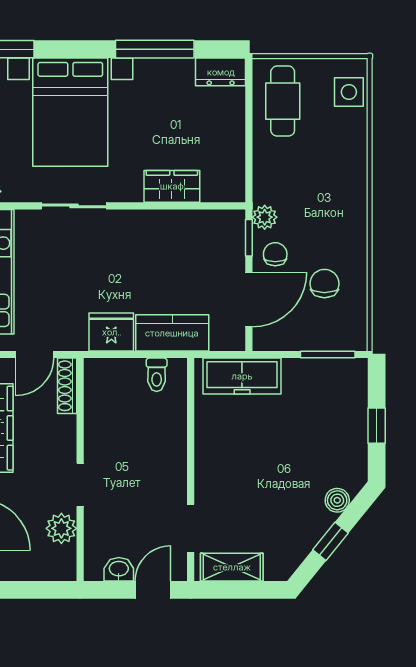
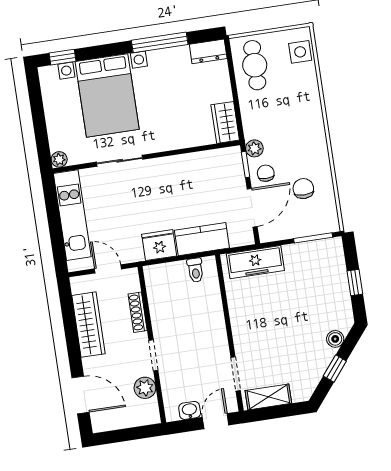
wardrobe: (172, 186) -> (225, 122), moved, turned -90
door: (35, 354) -> (108, 269), swing flipped
shoe rack: (67, 386) -> (138, 312), moved

